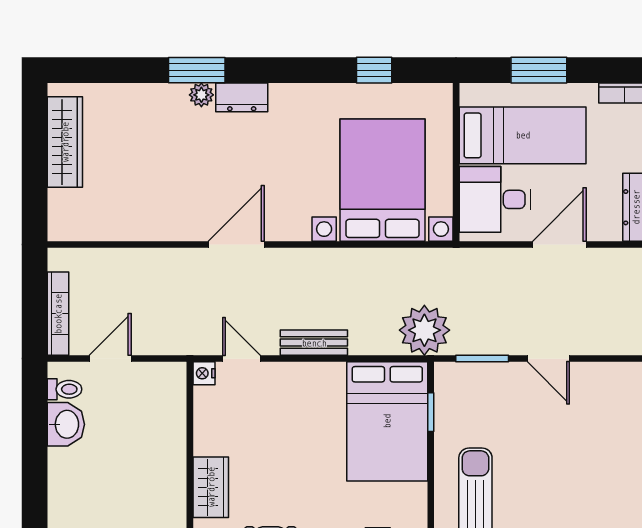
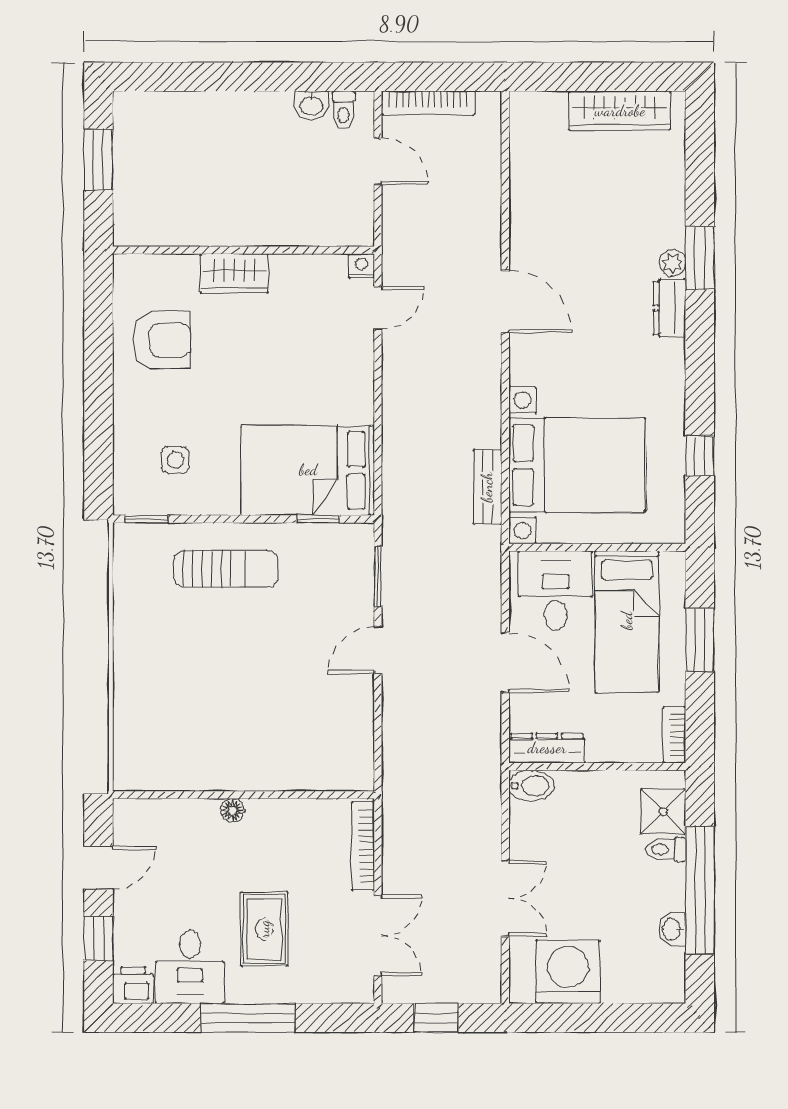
plant: (424, 330) -> (410, 512), removed
bench: (314, 343) -> (487, 487), moved
washbasin: (66, 424) -> (311, 105), width x0.72, depth x0.69

